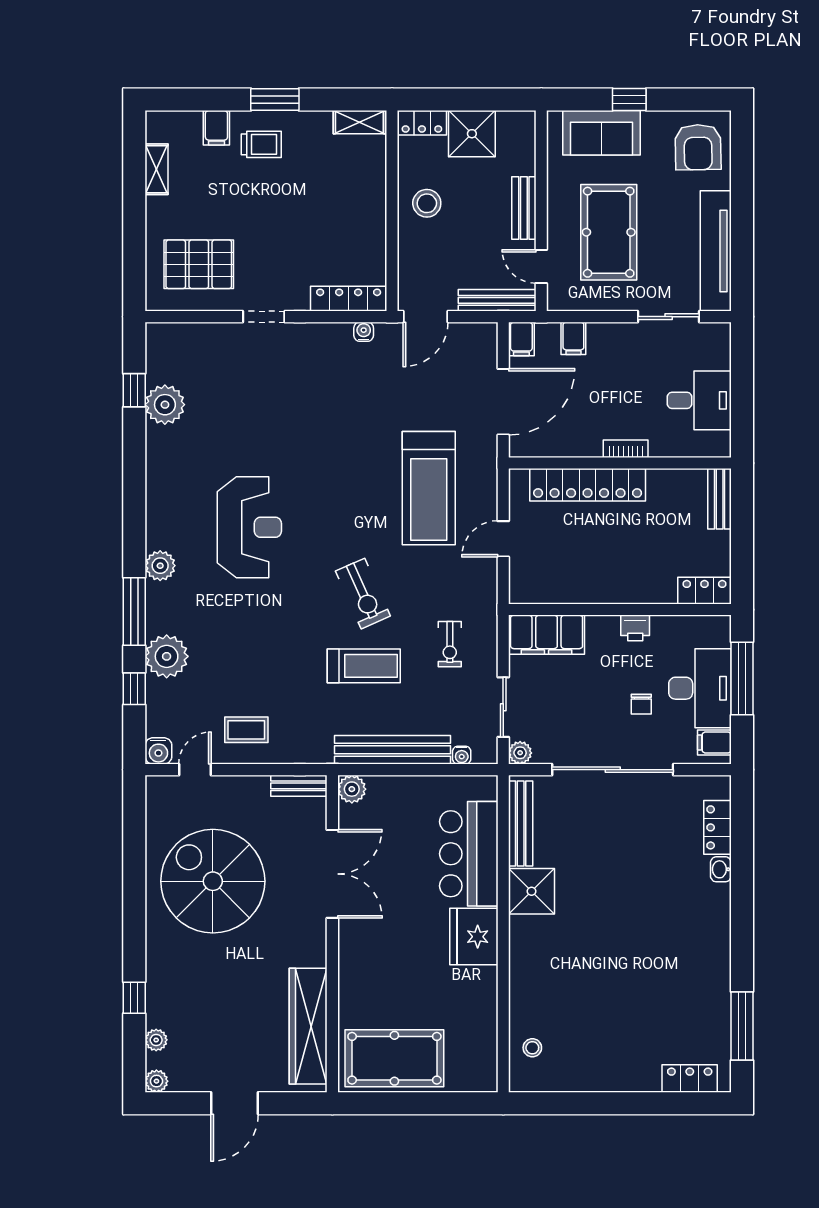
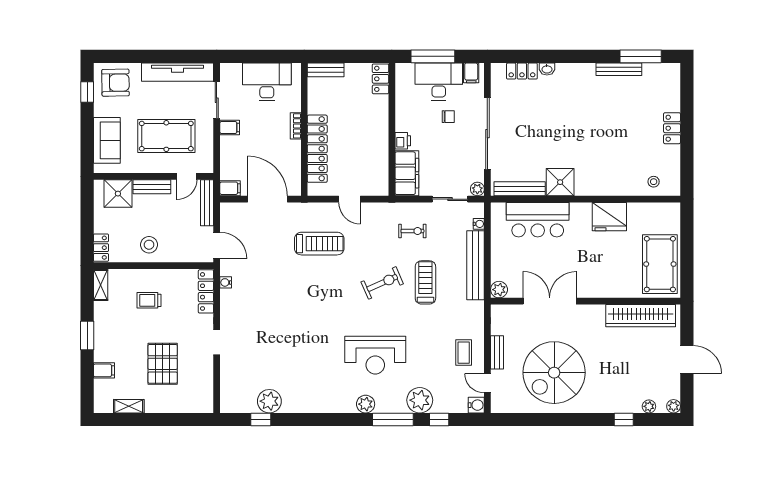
window: (629, 100) -> (87, 92), moved
shower: (472, 134) -> (118, 194), moved
trolley: (261, 144) -> (149, 300), moved, turned -90
pallet: (199, 264) -> (163, 364), moved
filing cabinet: (573, 338) -> (230, 128), moved
desk: (699, 400) -> (267, 82), width x1.37
treadmill: (429, 488) -> (319, 244), width x0.73, depth x0.73
reception desk: (249, 527) -> (375, 355), moved, turned 180
printer: (635, 628) -> (403, 141), moved
bench: (299, 786) -> (497, 352), moved
fridge: (474, 937) -> (609, 217), moved
bench: (720, 990) -> (619, 69), added
locker: (690, 1079) -> (672, 128), moved

